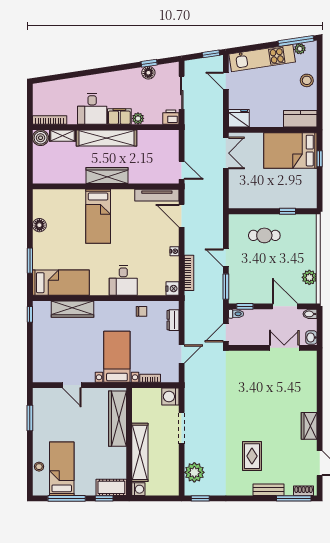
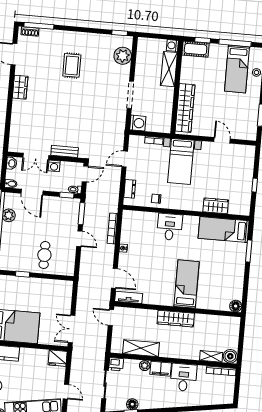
shelving: (107, 138) -> (141, 348), moved, width x0.68
tv unit: (157, 195) -> (129, 297), width x0.71
floor lamp: (39, 225) -> (236, 306), moved
cafe table: (264, 235) -> (44, 255), turned 90
nightstand: (173, 289) -> (128, 216), removed
wardrobe: (72, 309) -> (216, 206), width x0.67
window: (30, 314) -> (255, 185), moved
washing machine: (262, 339) -> (54, 166), added
shelving: (140, 452) -> (169, 69), width x0.68
bench: (268, 490) -> (65, 151), moved

